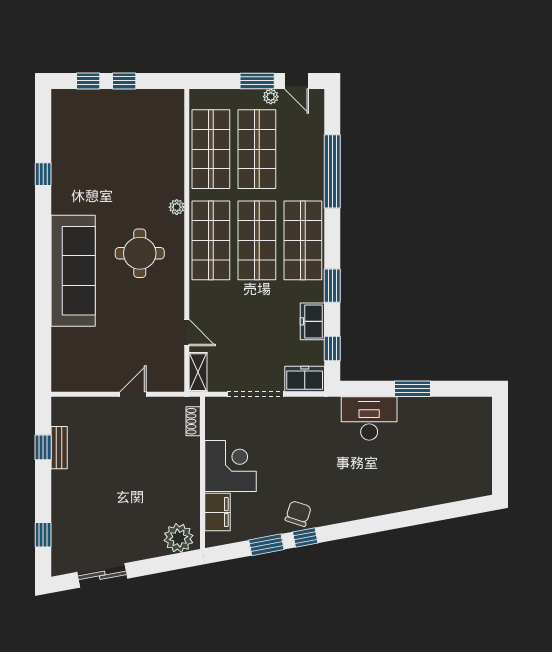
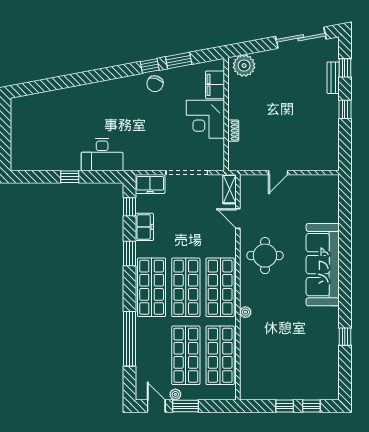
round table: (140, 253) -> (265, 256), moved
window: (412, 389) -> (70, 177), width x0.67
shoe rack: (193, 421) -> (233, 131), moved
window: (43, 447) -> (345, 109), moved
bench: (59, 448) -> (333, 78), moved
sliding door: (102, 575) -> (301, 38), width x1.37

